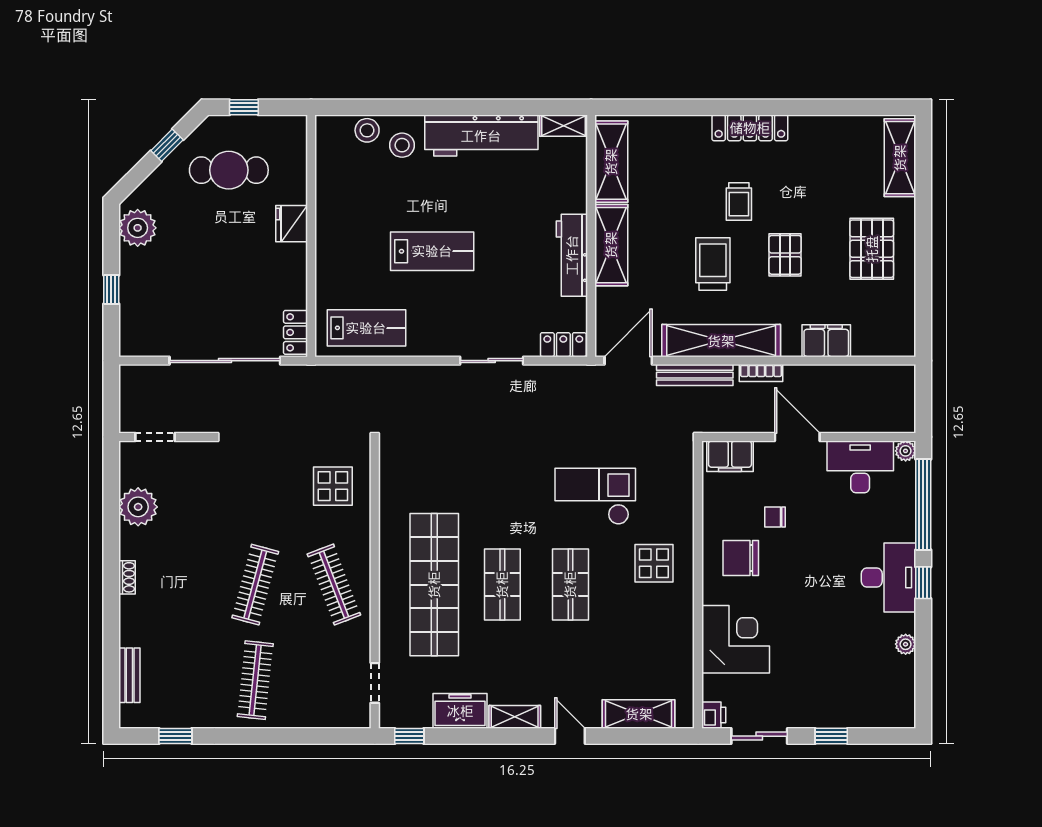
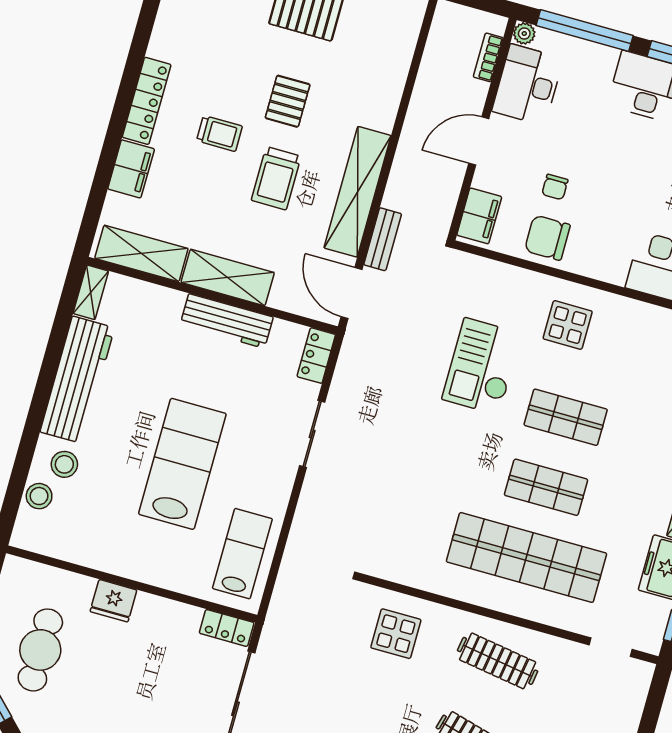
lab bench: (432, 251) -> (182, 464), width x1.36, depth x1.39
pallet: (785, 255) -> (288, 101), turned 90
trolley: (713, 264) -> (276, 178), turned -90
filing cabinet: (826, 341) -> (131, 169), moved, turned 180
bookcase: (761, 373) -> (488, 57), moved, turned 180
bench: (695, 375) -> (383, 239), width x0.73
chair: (741, 558) -> (547, 238), moved, turned 90
clothes rail: (334, 585) -> (498, 661), turned 30

